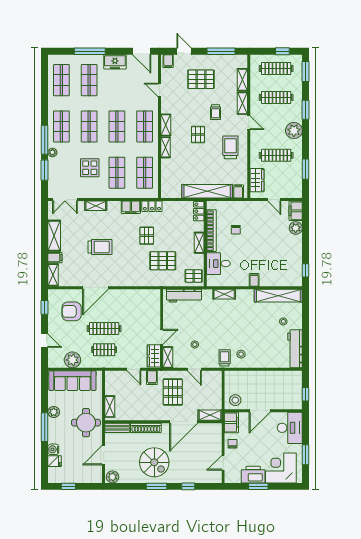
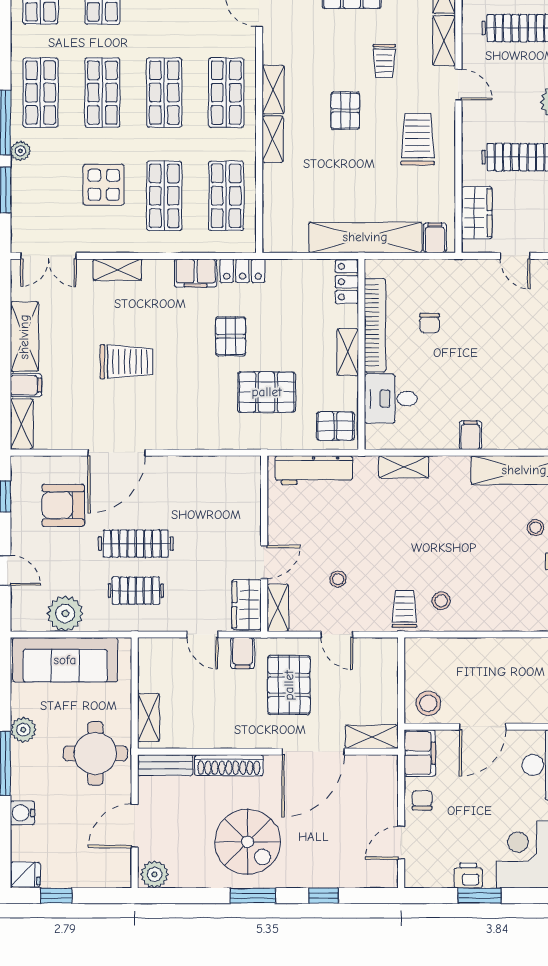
fridge: (55, 461) -> (25, 874), moved
printer: (253, 475) -> (468, 875), width x0.53, depth x0.68

